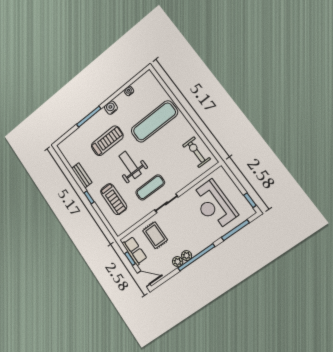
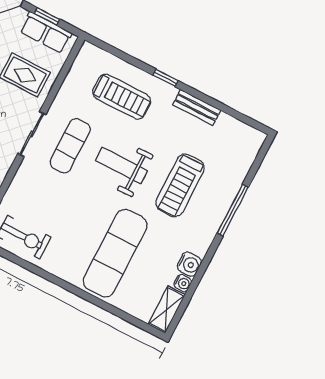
shelving: (143, 81) -> (167, 310), added
water cooler: (111, 108) -> (189, 264), moved
weight bench: (130, 165) -> (122, 165), turned 180
treadmill: (114, 199) -> (122, 97), turned 180

